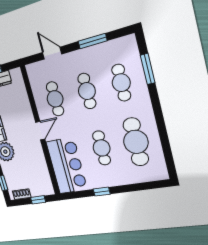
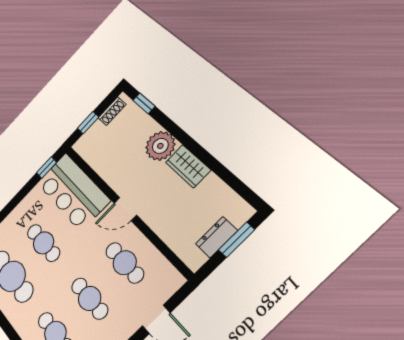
door: (40, 131) -> (125, 209), hinge flipped
window: (102, 192) -> (46, 168), moved

